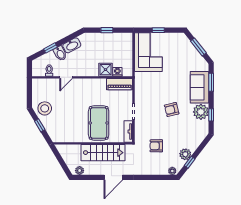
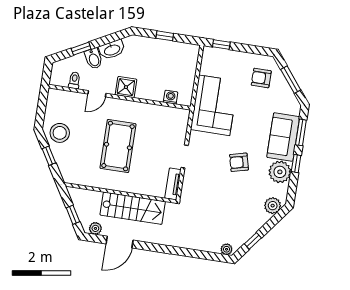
window: (158, 30) -> (221, 45), moved
corner sofa: (148, 52) -> (214, 105), moved
shower: (105, 70) -> (126, 87), moved
piano: (120, 84) -> (171, 115), removed
window: (211, 115) -> (296, 164), moved
pool table: (99, 123) -> (118, 146), moved
armchair: (156, 146) -> (261, 78), moved
plant: (185, 154) -> (273, 206), moved
window: (63, 164) -> (73, 215), added
door: (113, 177) -> (120, 242), moved

